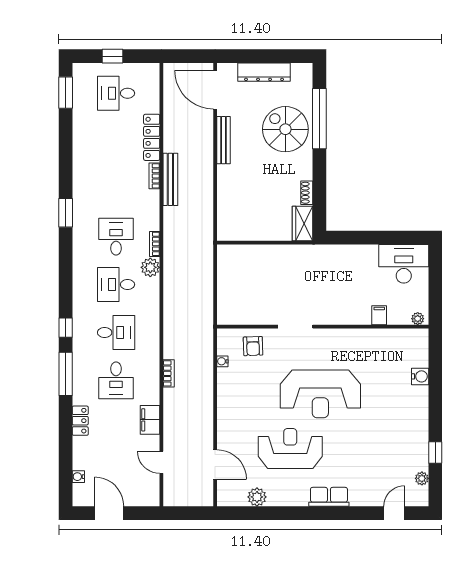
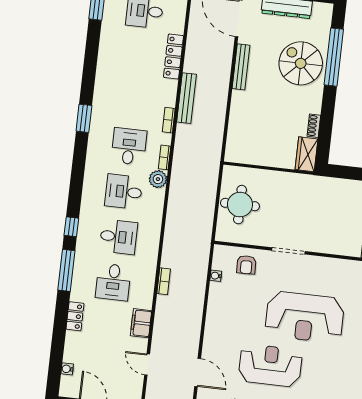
bookcase: (154, 176) -> (169, 120), moved
round table: (239, 284) -> (240, 205), added

